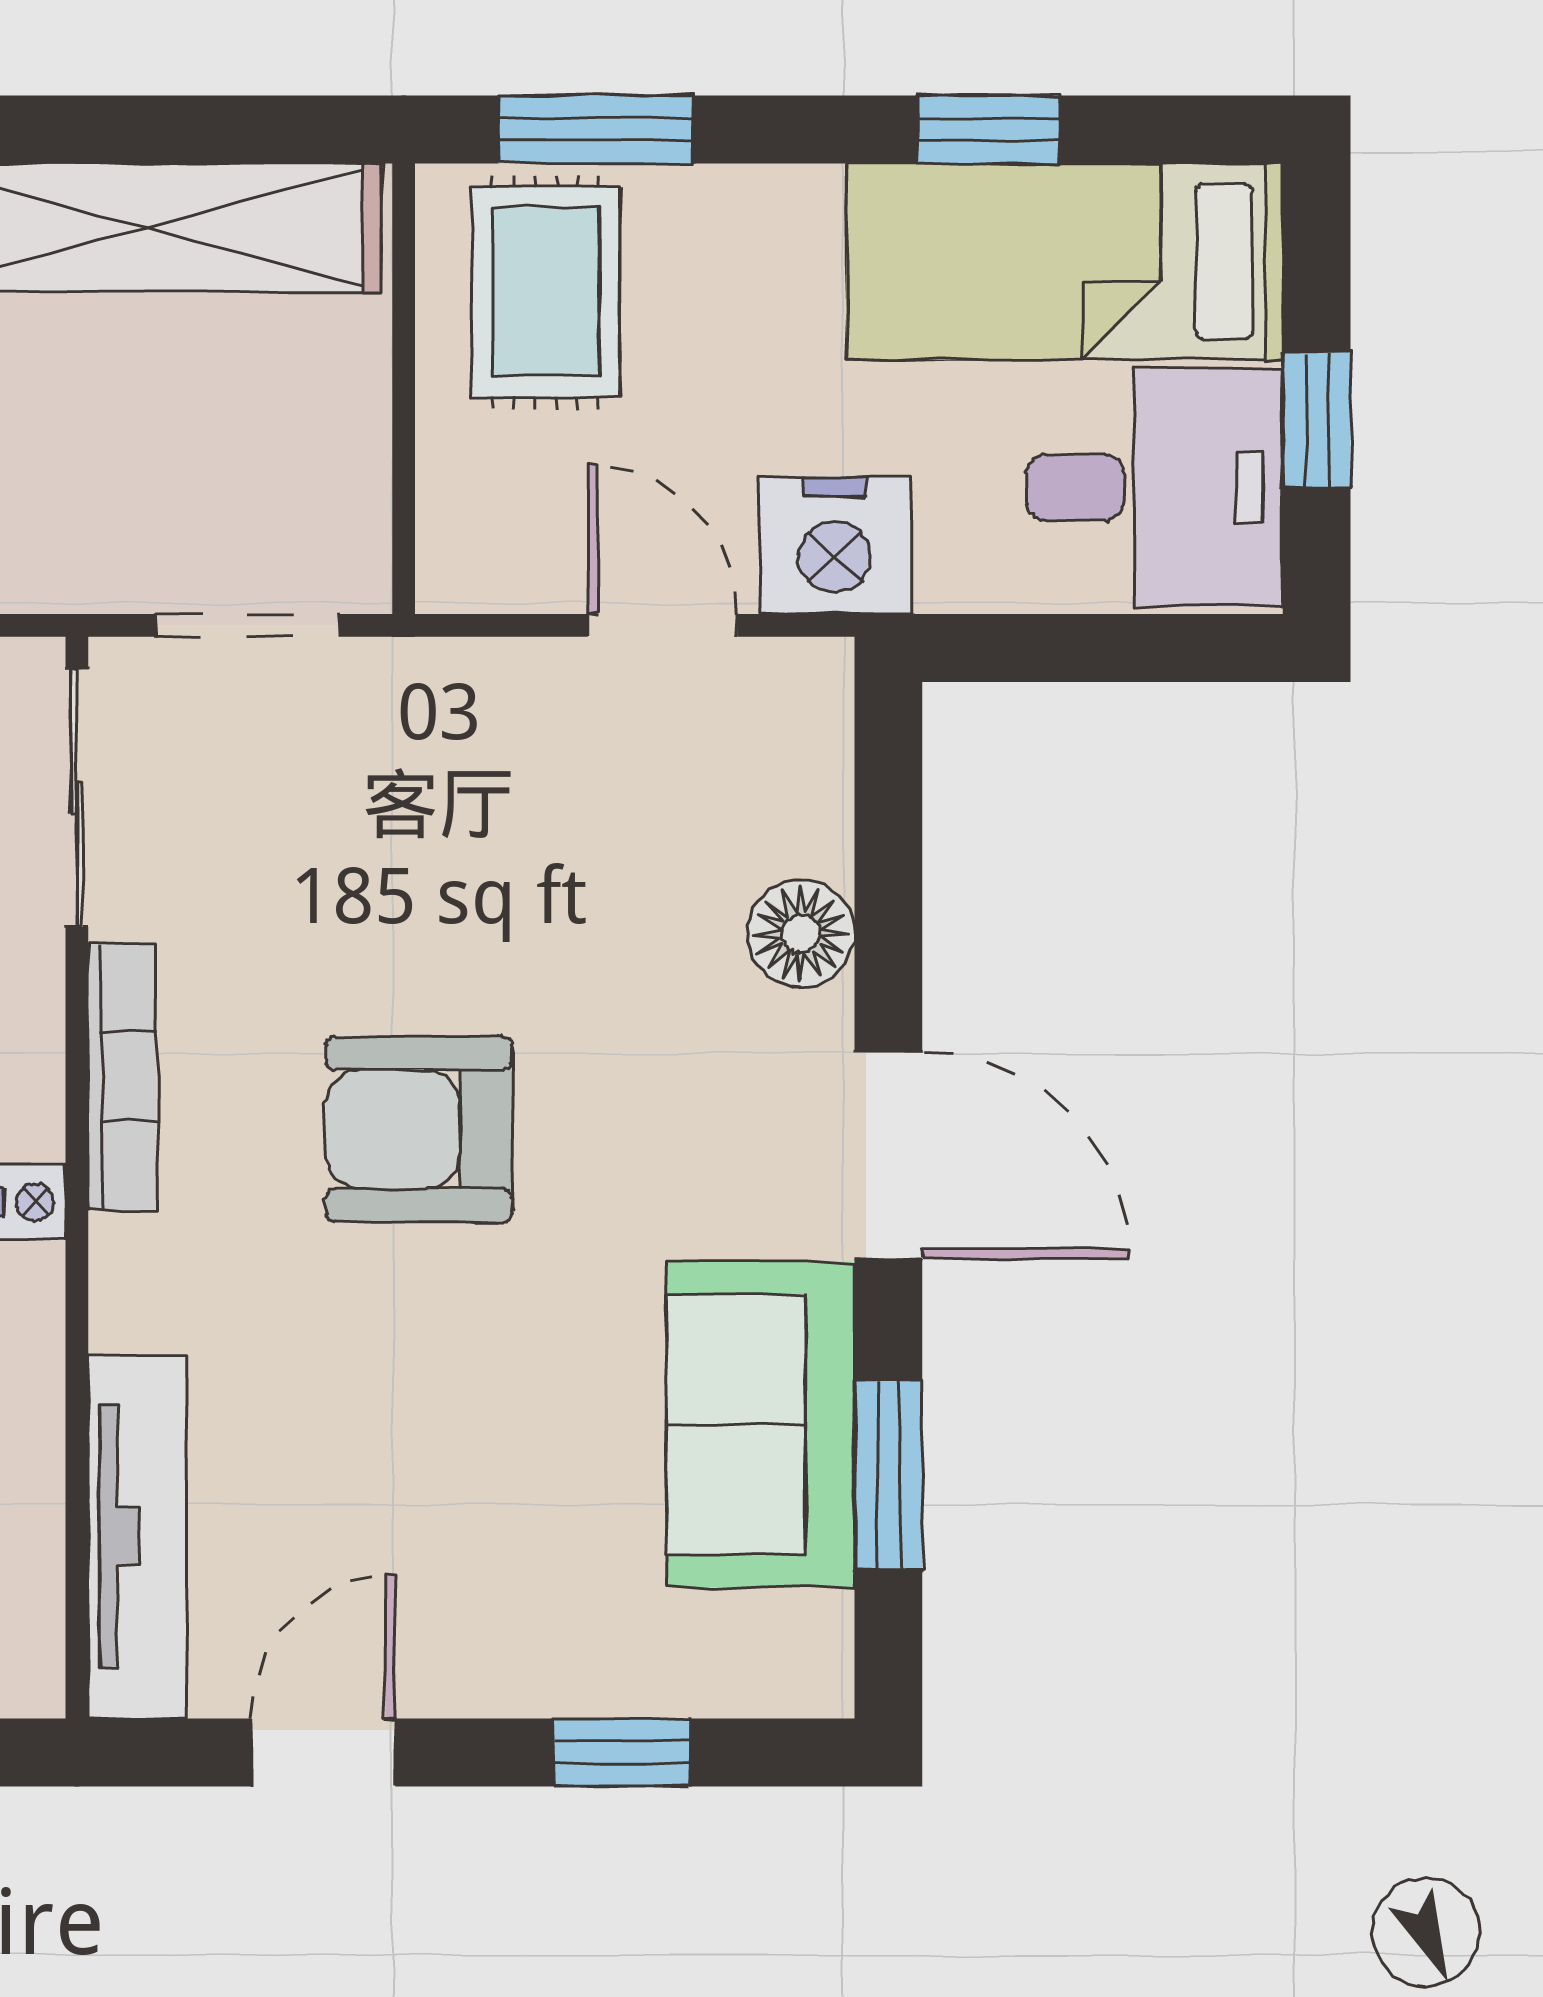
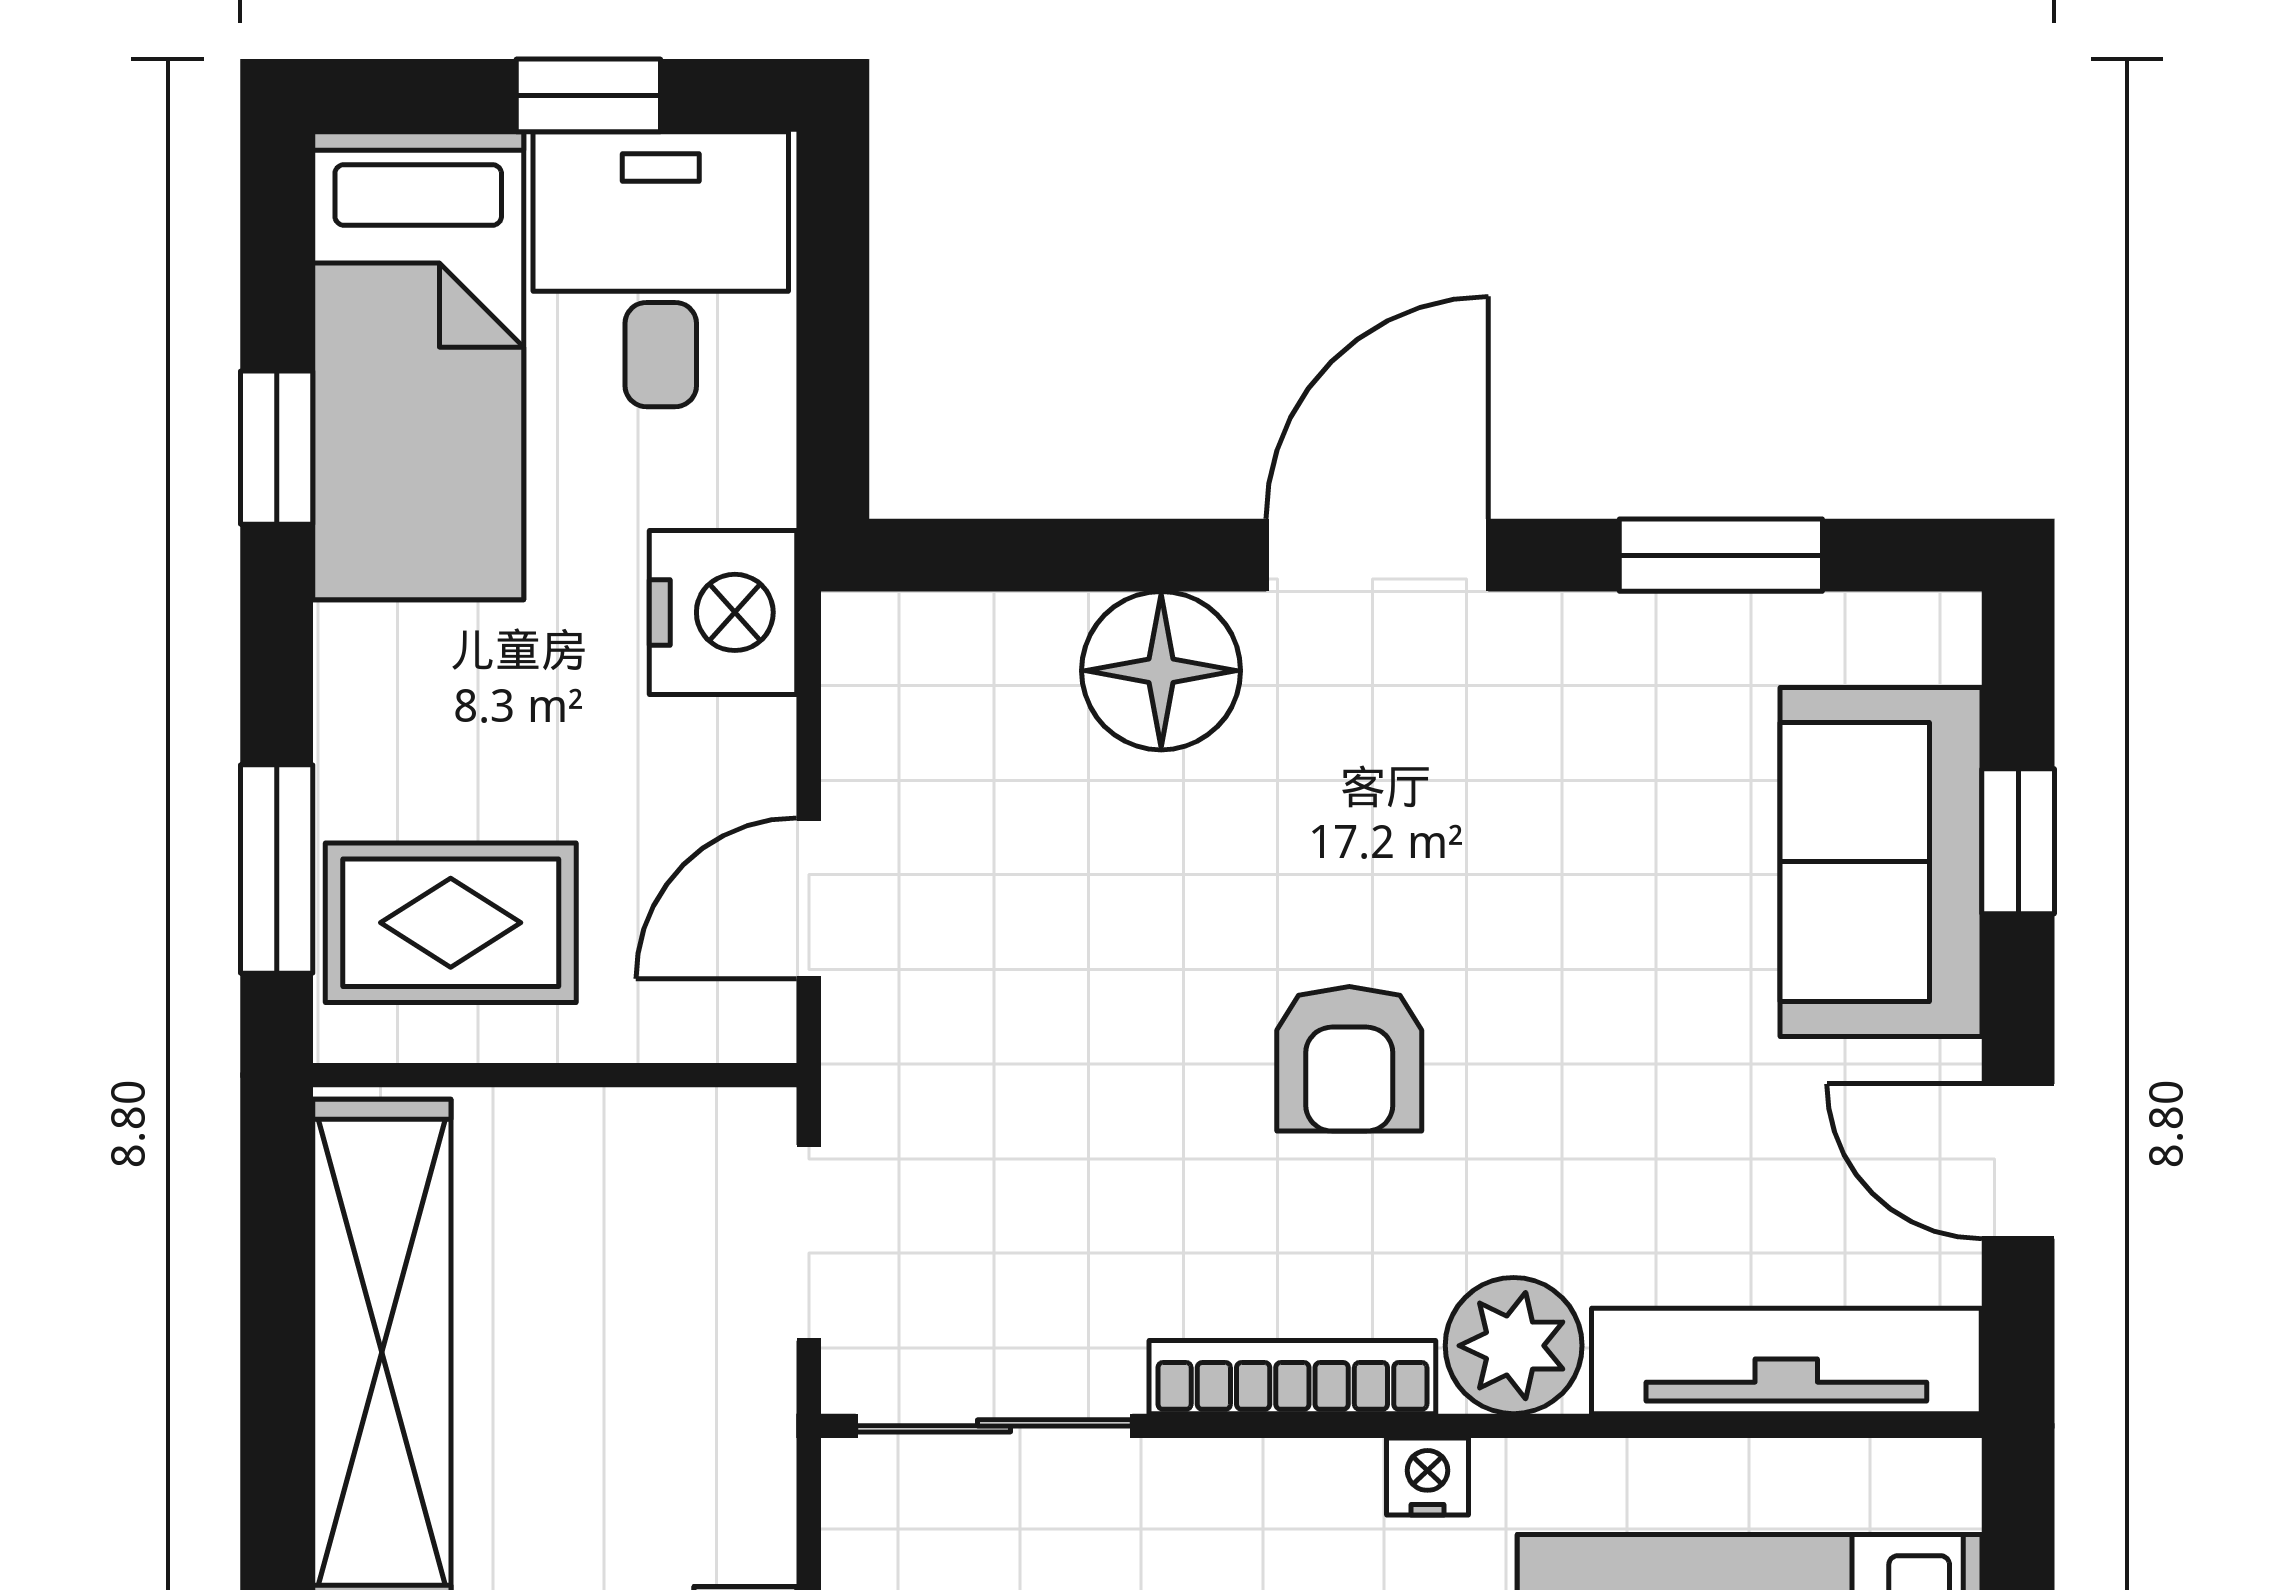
door: (663, 625) -> (809, 898), moved
floor lamp: (801, 934) -> (1161, 671), width x1.38, depth x1.38
armchair: (419, 1129) -> (1349, 1059), width x0.72, depth x0.72
plant: (152, 1282) -> (1514, 1346), added
sofa: (760, 1425) -> (1881, 862), moved, turned 90

